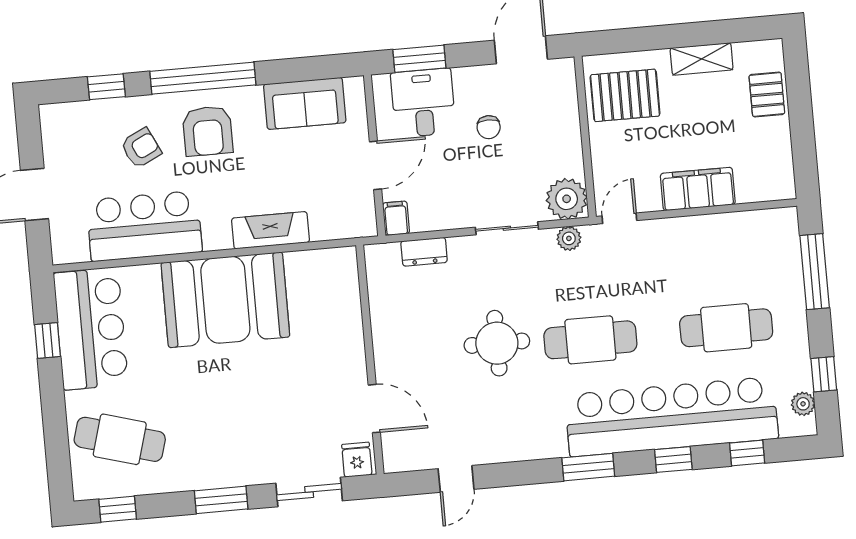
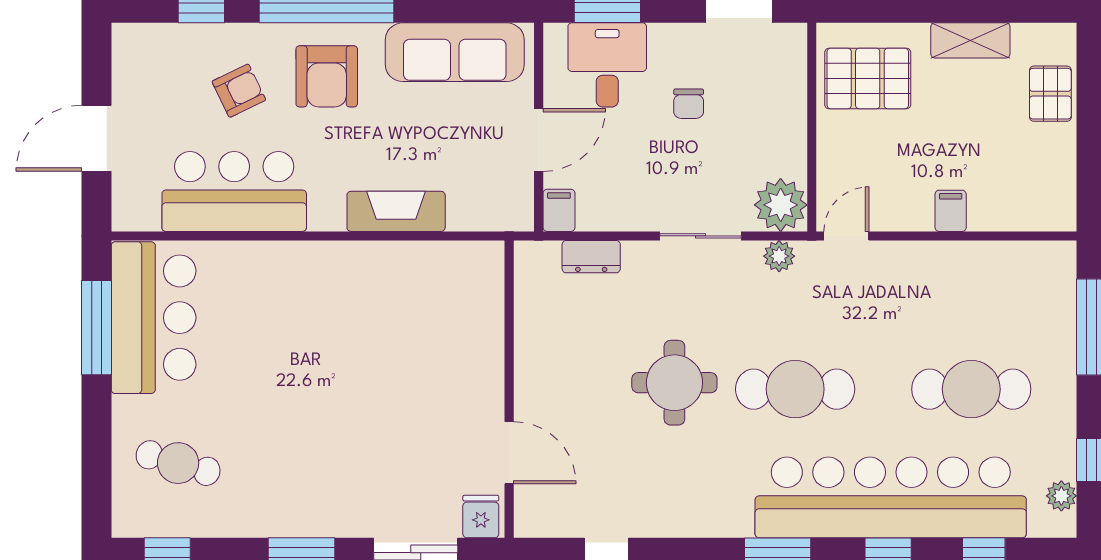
sofa: (305, 103) -> (455, 52), width x1.36
filing cabinet: (698, 189) -> (951, 211), width x0.33, depth x0.86
booth: (225, 300) -> (330, 296), removed
window: (48, 340) -> (96, 328), width x2.17
cafe table: (120, 439) -> (178, 463), width x0.73, depth x0.74

